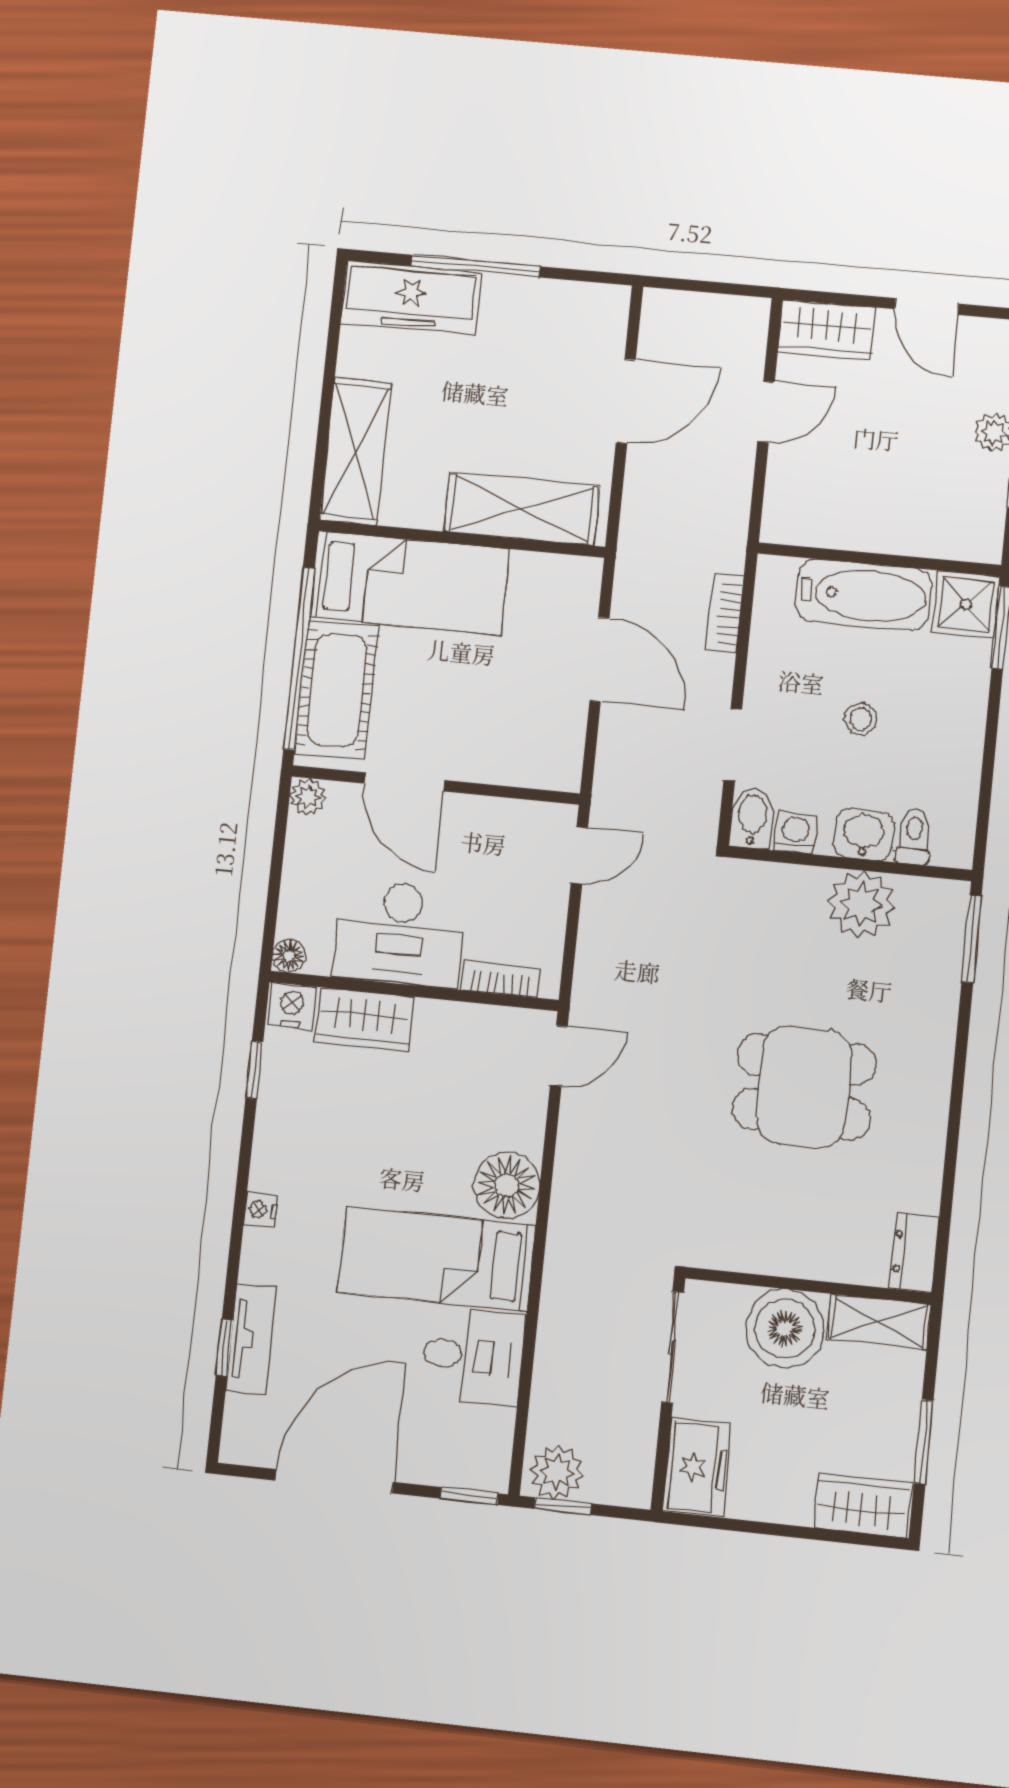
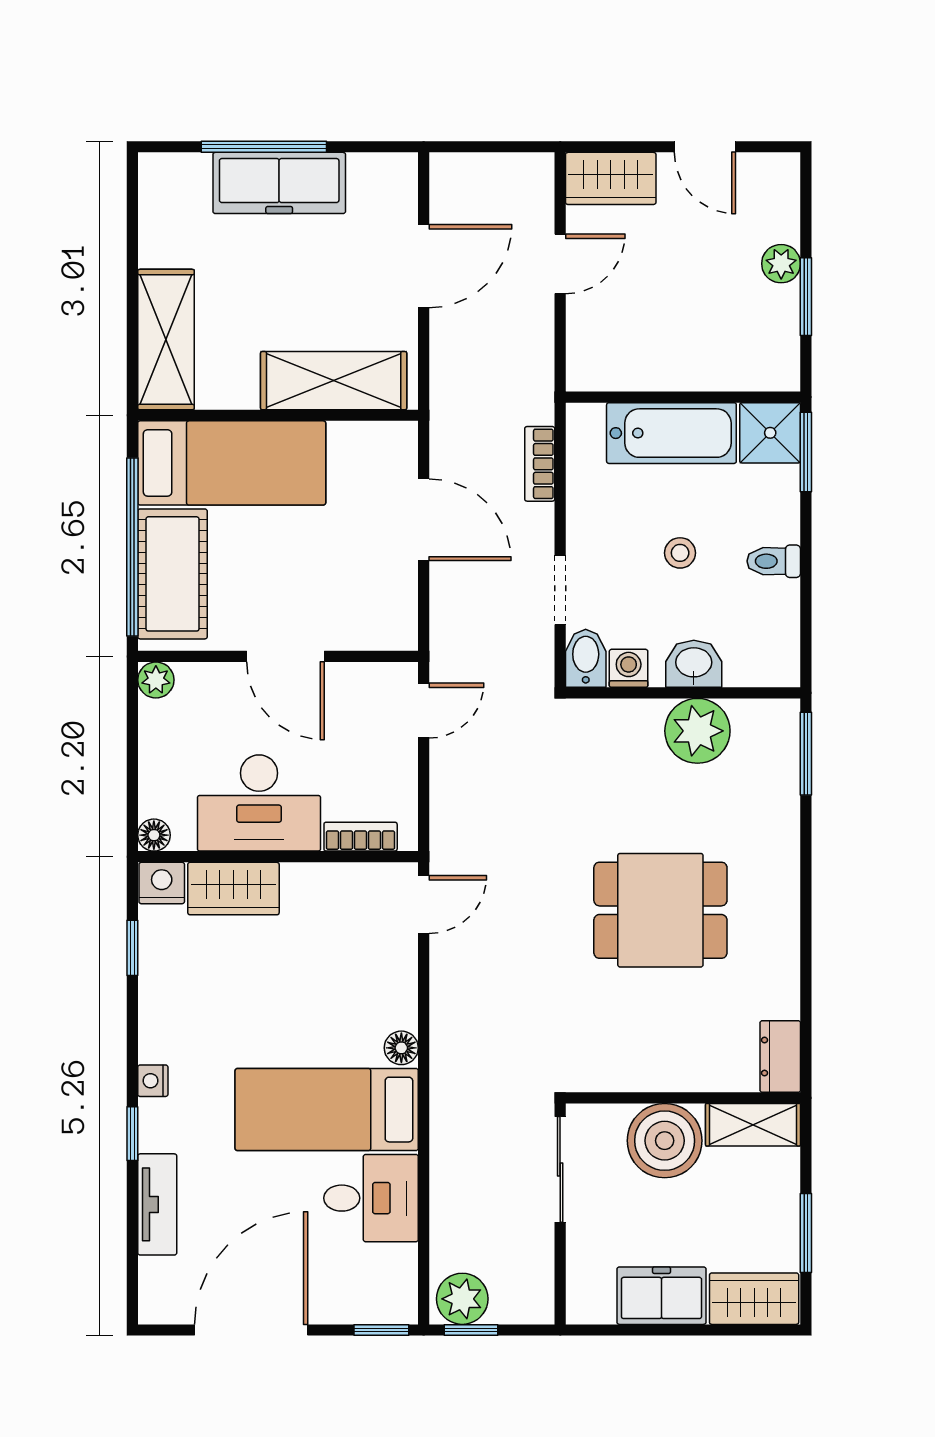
freezer: (411, 297) -> (279, 183), moved
door: (404, 782) -> (285, 656), moved
toilet: (914, 836) -> (774, 561), moved, turned -90
floor lamp: (507, 1185) -> (401, 1048), width x0.53, depth x0.53
window: (224, 1348) -> (132, 1134), moved
freezer: (697, 1468) -> (661, 1296), moved, turned -90

